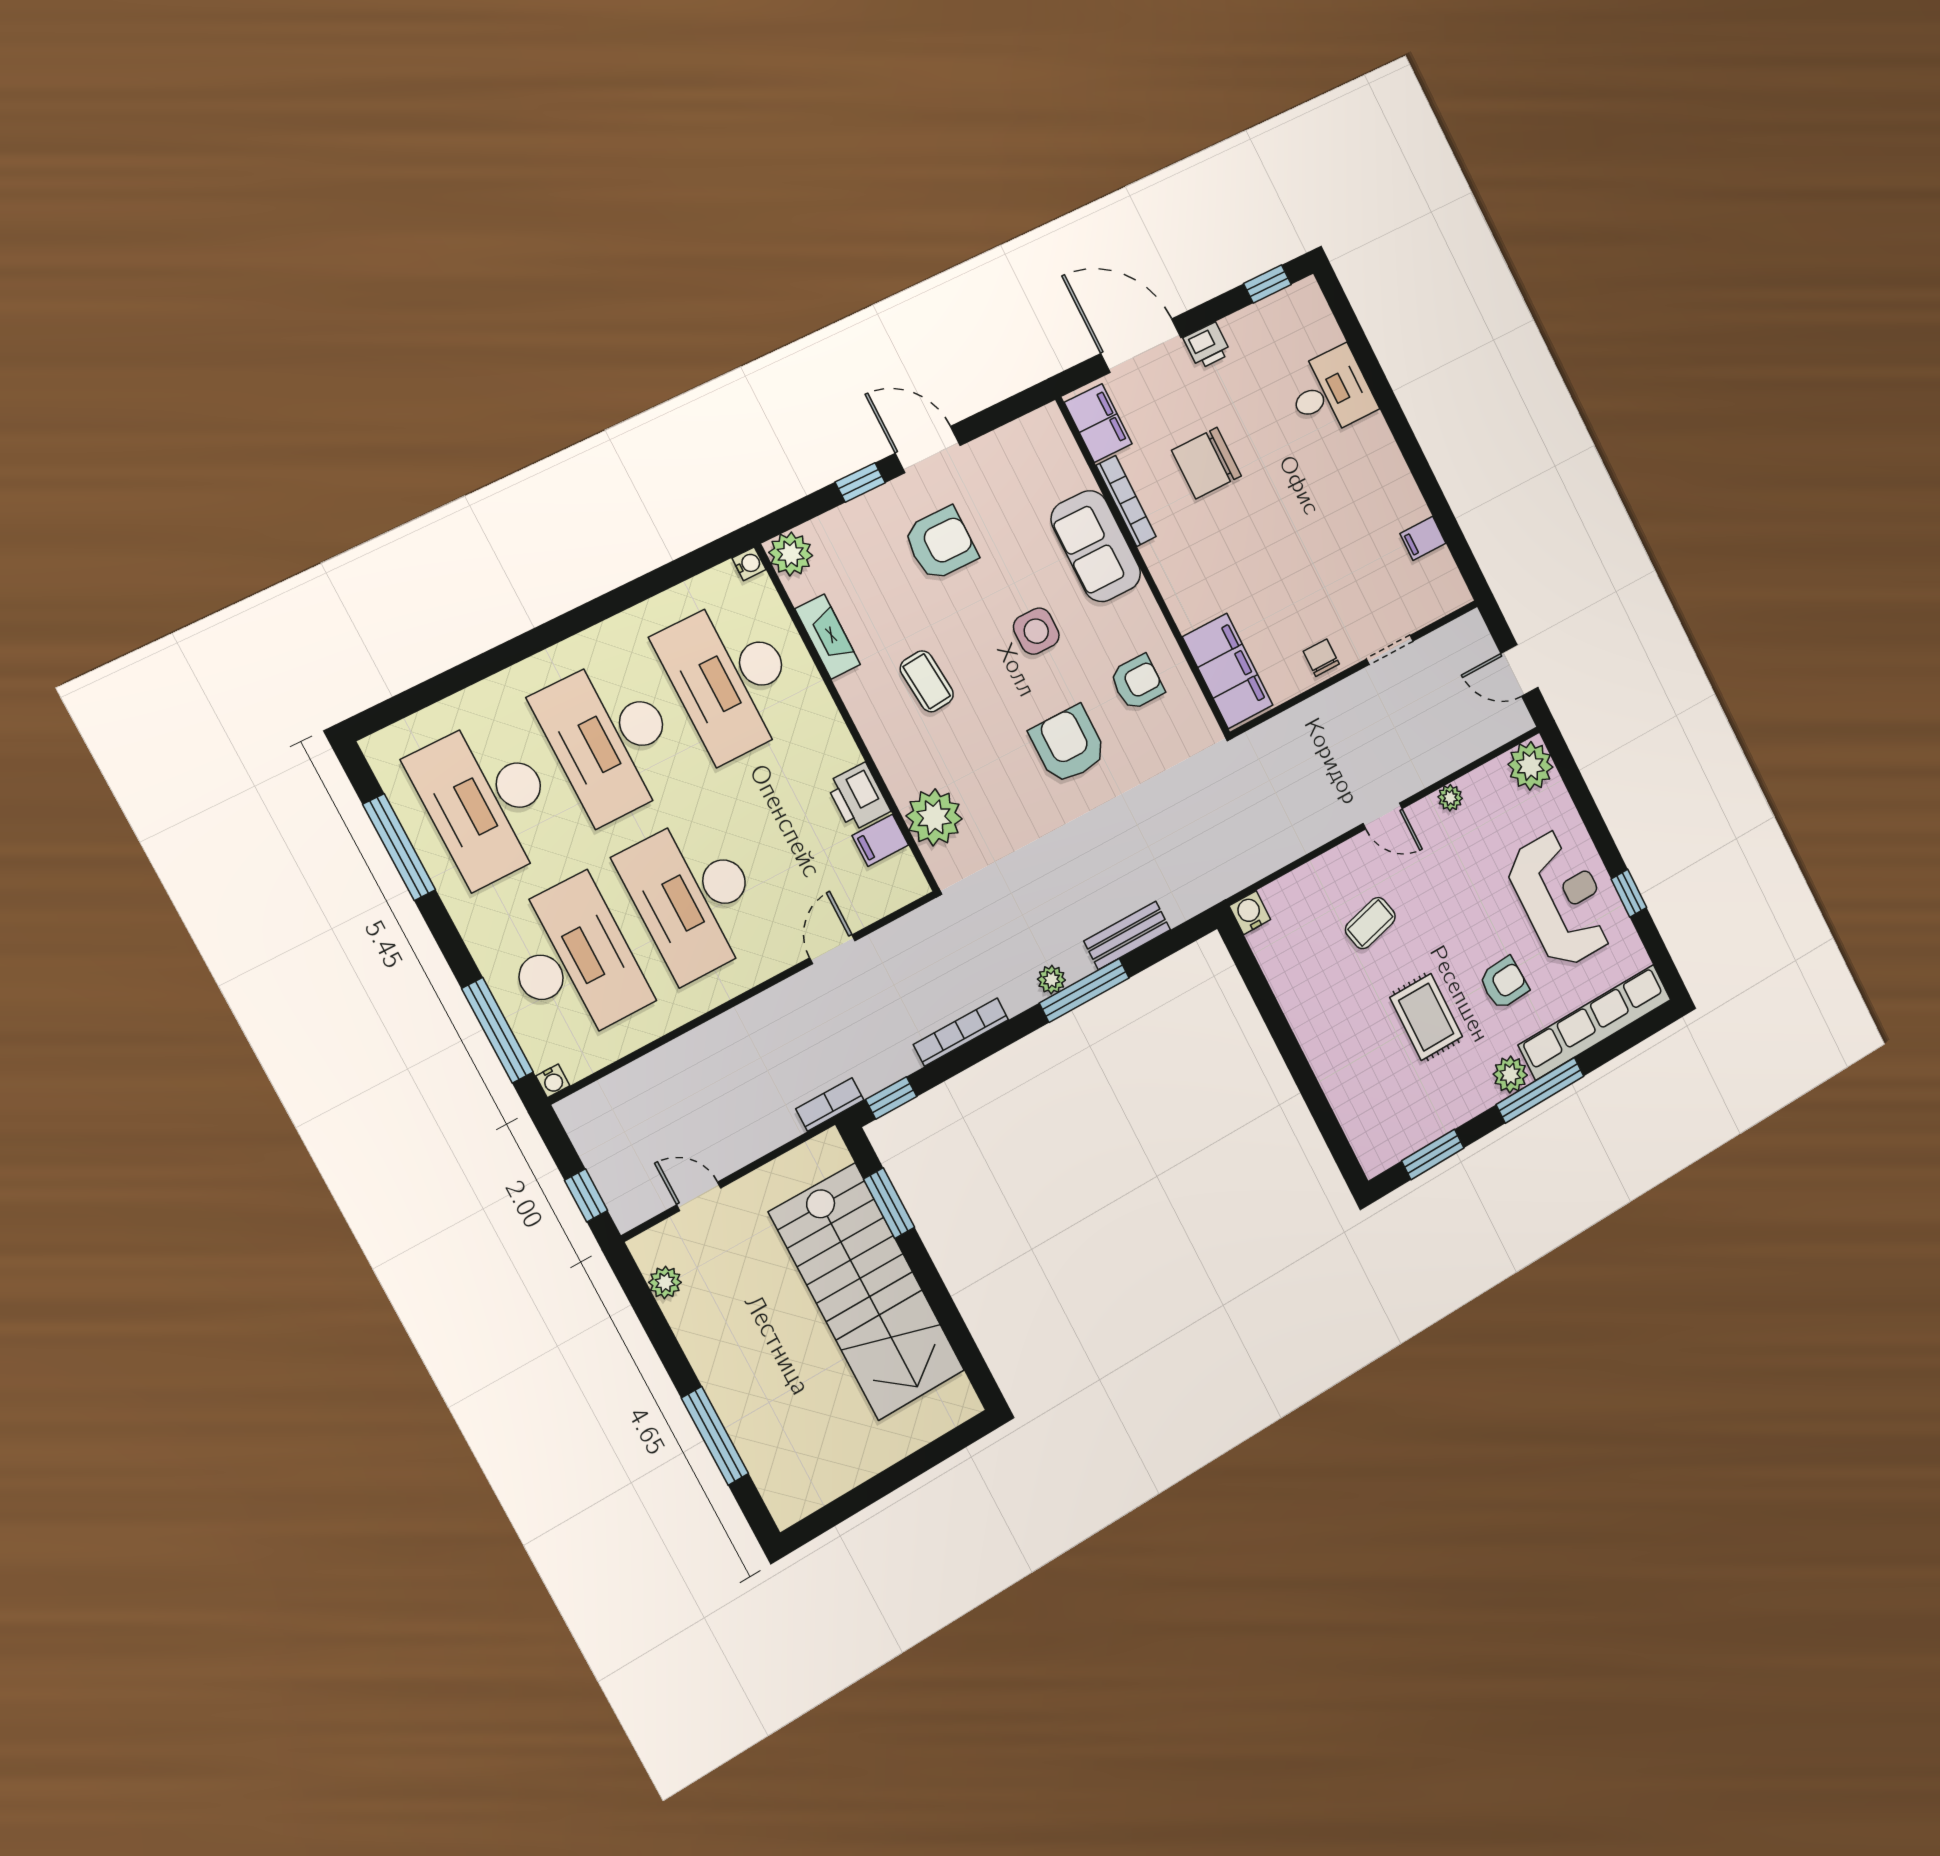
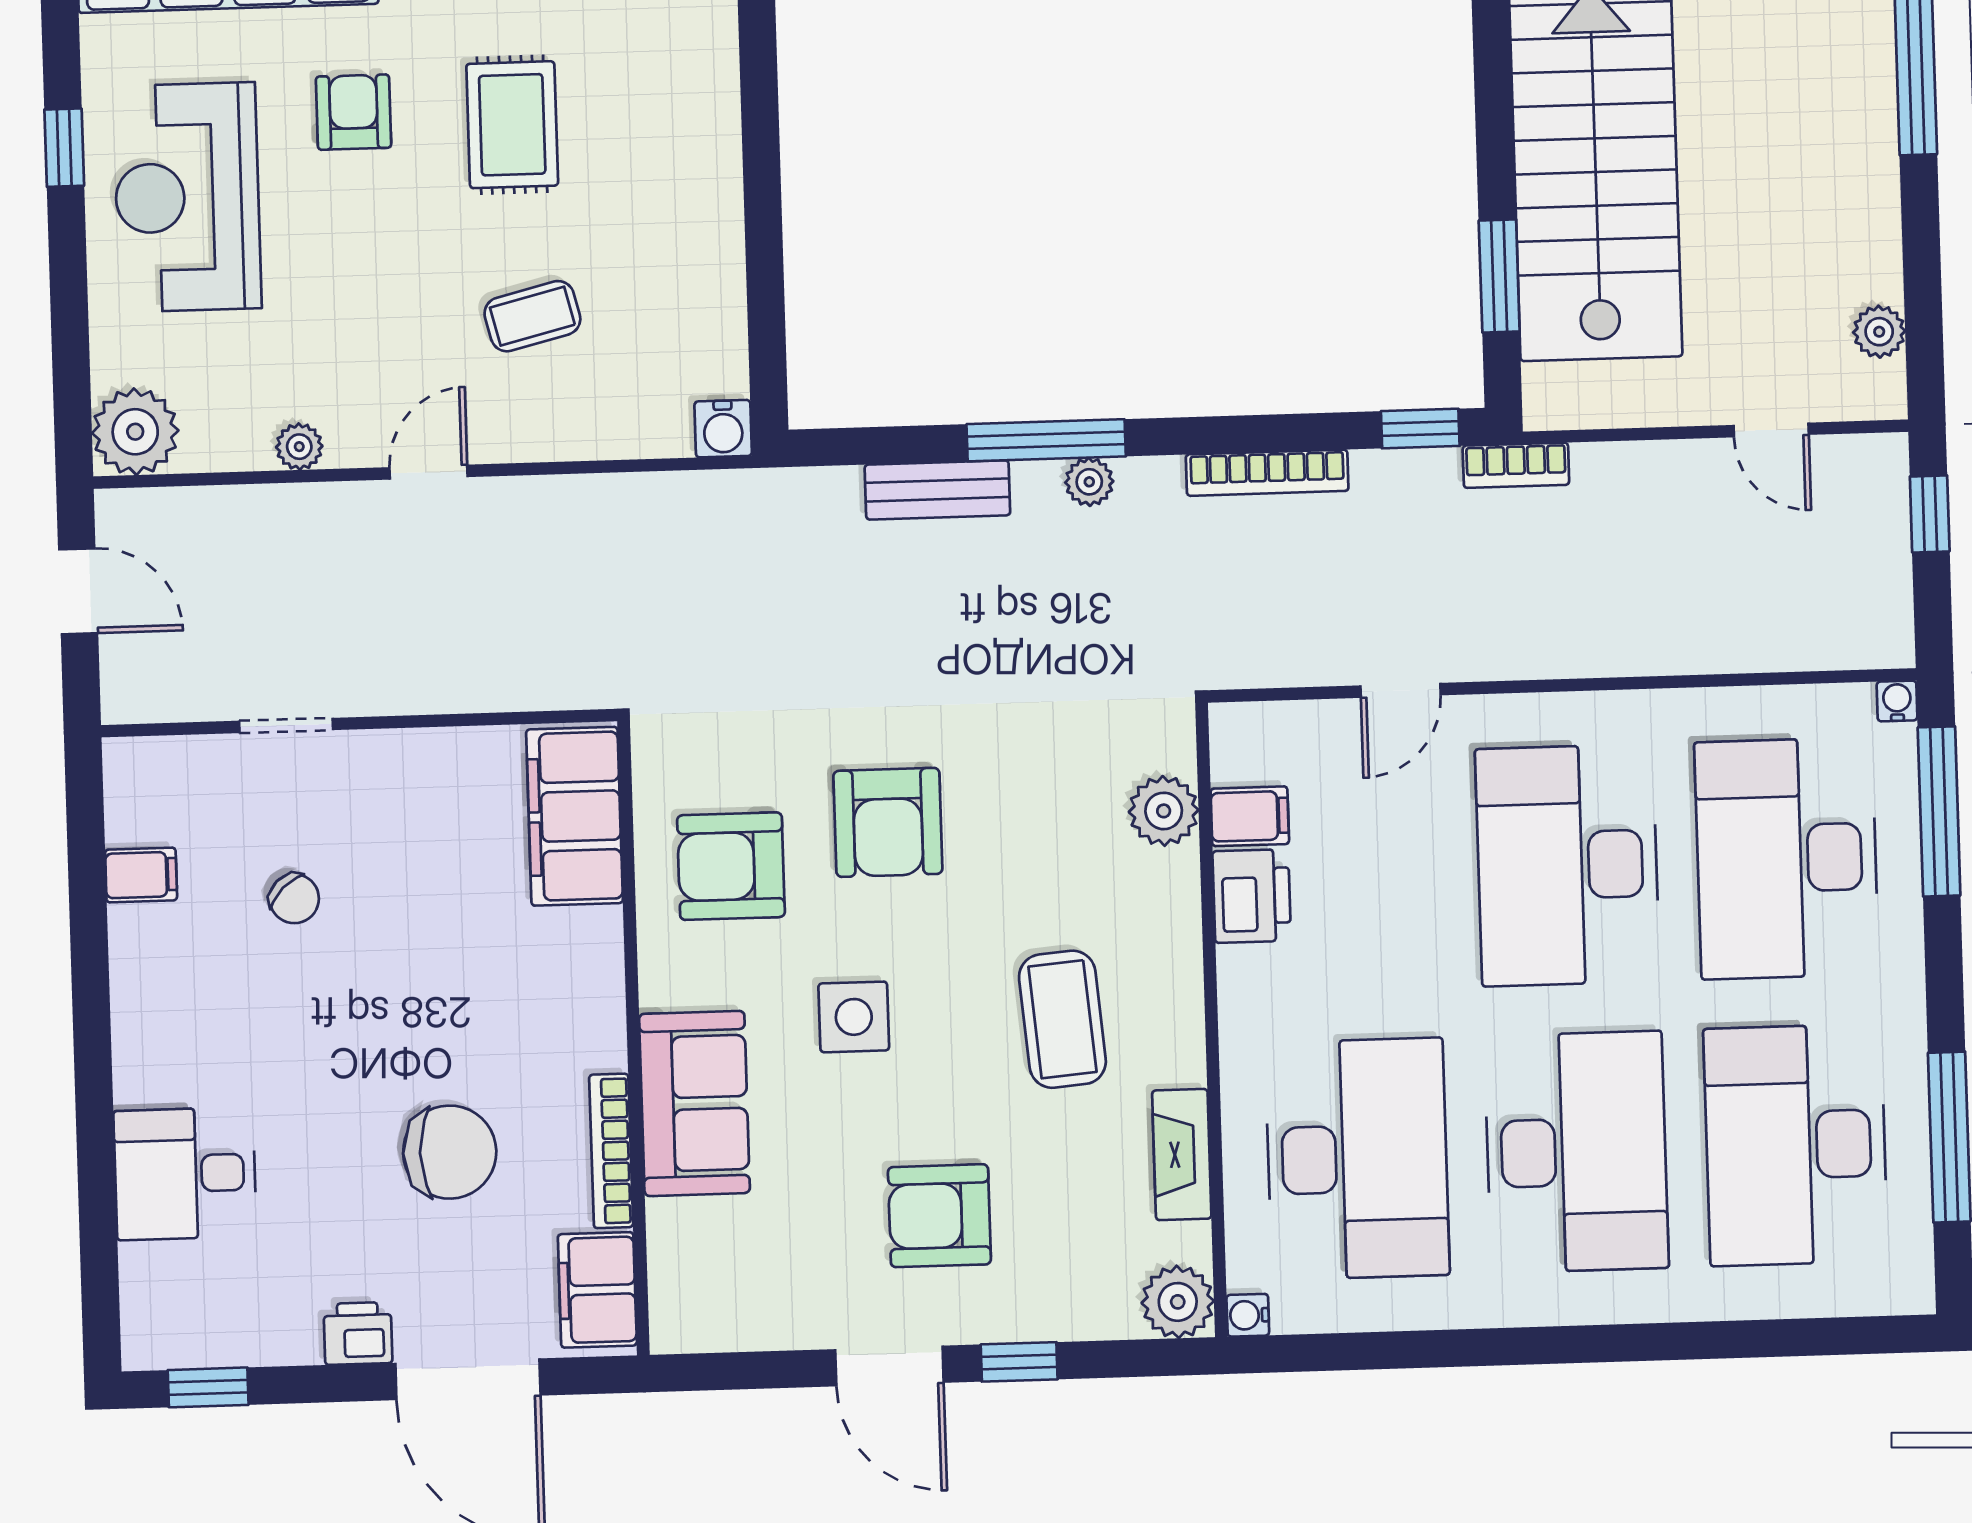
chair: (1321, 658) -> (294, 899), moved, turned -44
coffee table: (927, 681) -> (1062, 1019), width x1.36, depth x1.30
armchair: (1137, 682) -> (731, 866), width x1.38, depth x1.38
desk: (487, 801) -> (1796, 1145), turned 180
door: (1383, 816) -> (429, 472), hinge flipped
plant: (934, 817) -> (1164, 811), width x0.73, depth x0.73
desk: (694, 897) -> (1567, 865), turned 180
armchair: (1504, 983) -> (354, 112), turned 93

